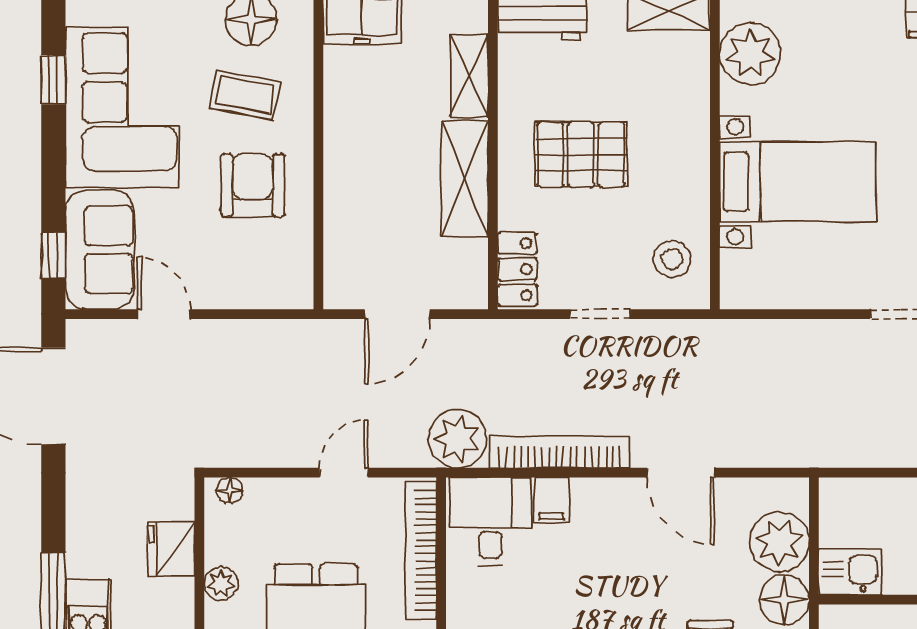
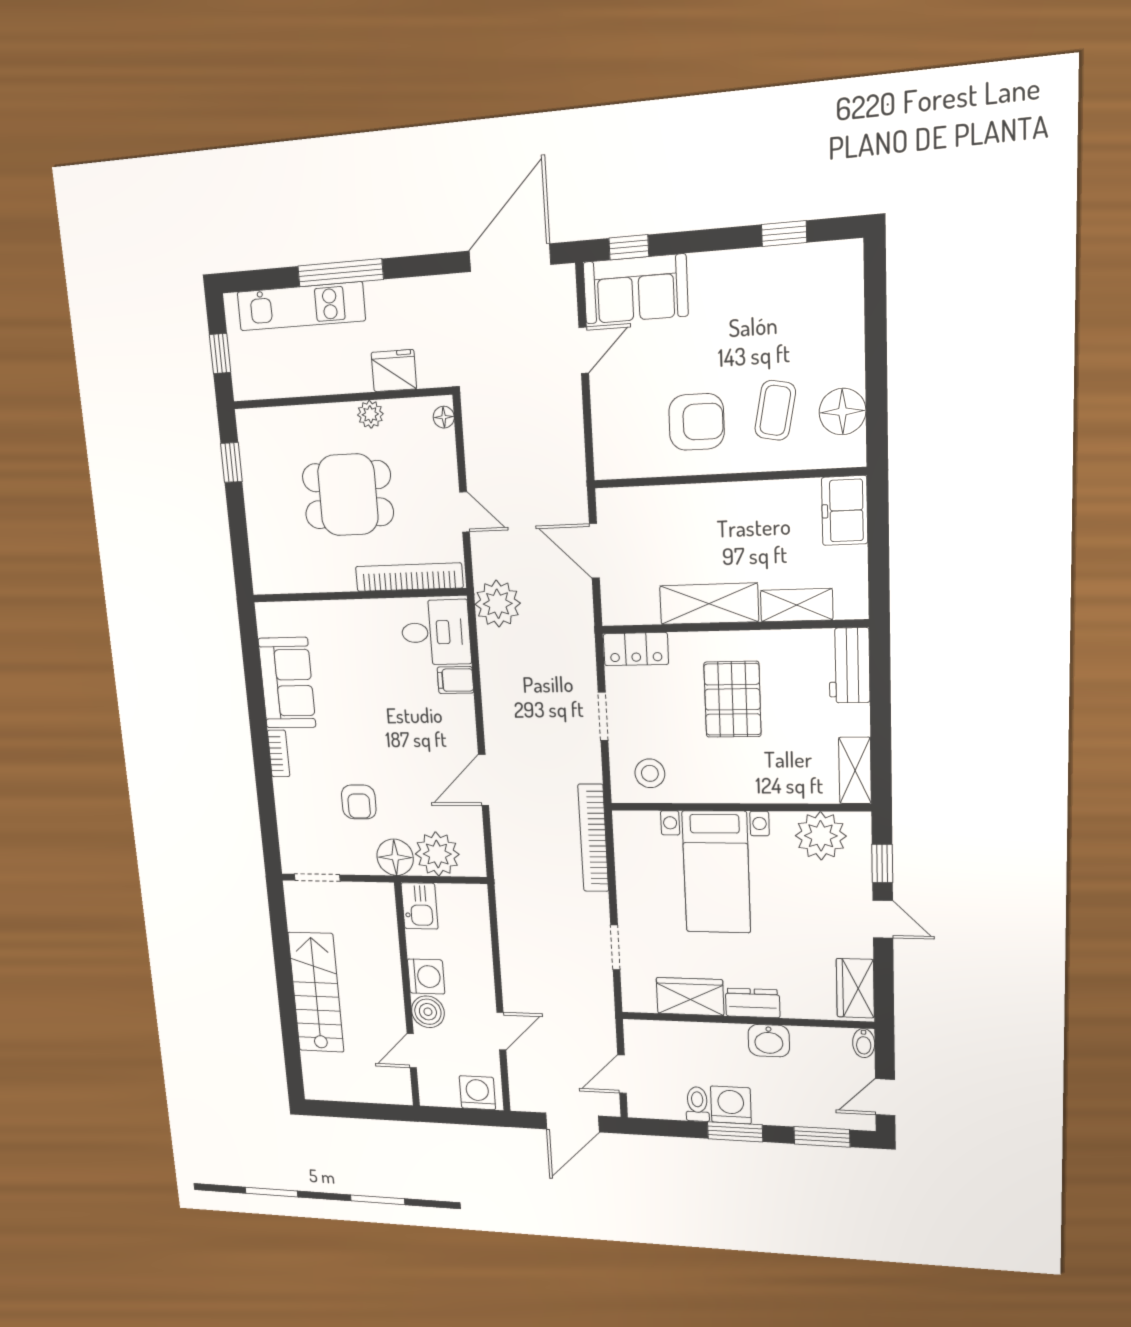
corner sofa: (122, 107) -> (761, 300), removed
bookcase: (560, 452) -> (593, 838), moved, turned 180

